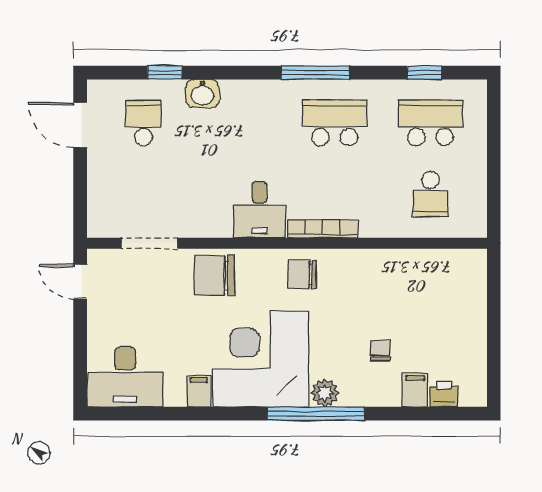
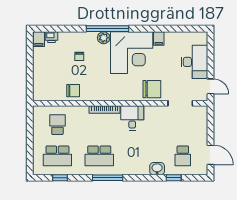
chair: (302, 274) -> (73, 91), moved
desk: (125, 377) -> (194, 62), moved, turned 90
filing cabinet: (415, 390) -> (39, 39), moved

